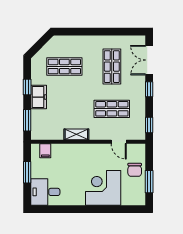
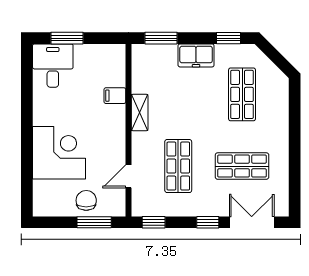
window: (27, 87) -> (228, 38), moved
filing cabinet: (45, 151) -> (115, 96), moved
chair: (135, 170) -> (86, 200), turned 90
window: (27, 172) -> (67, 38), moved
window: (149, 182) -> (94, 222), moved

